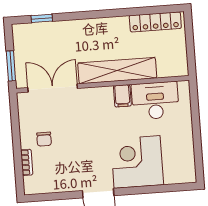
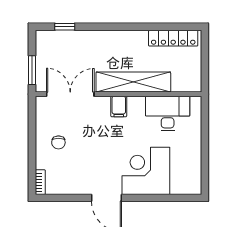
filing cabinet: (122, 96) -> (119, 107), moved
bookcase: (27, 162) -> (40, 182), moved

